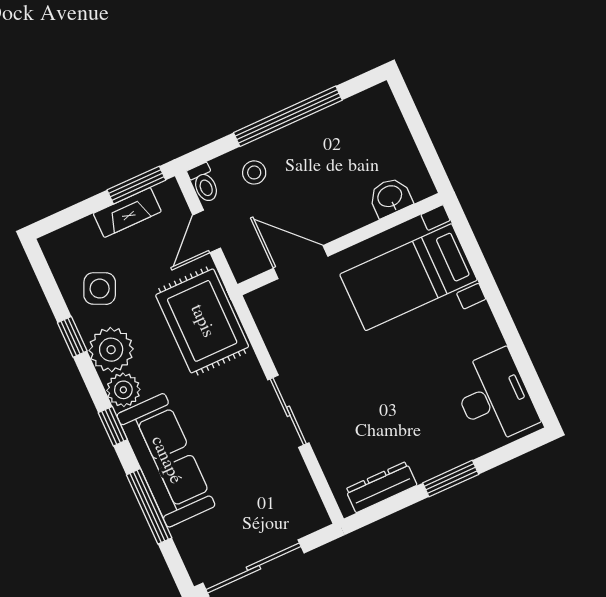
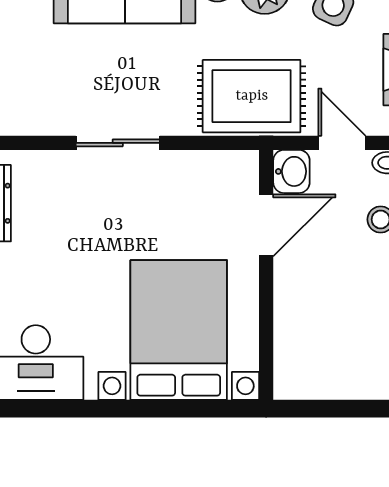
washbasin: (390, 197) -> (291, 171), moved
bed with nightstands: (409, 277) -> (179, 330), width x1.36

